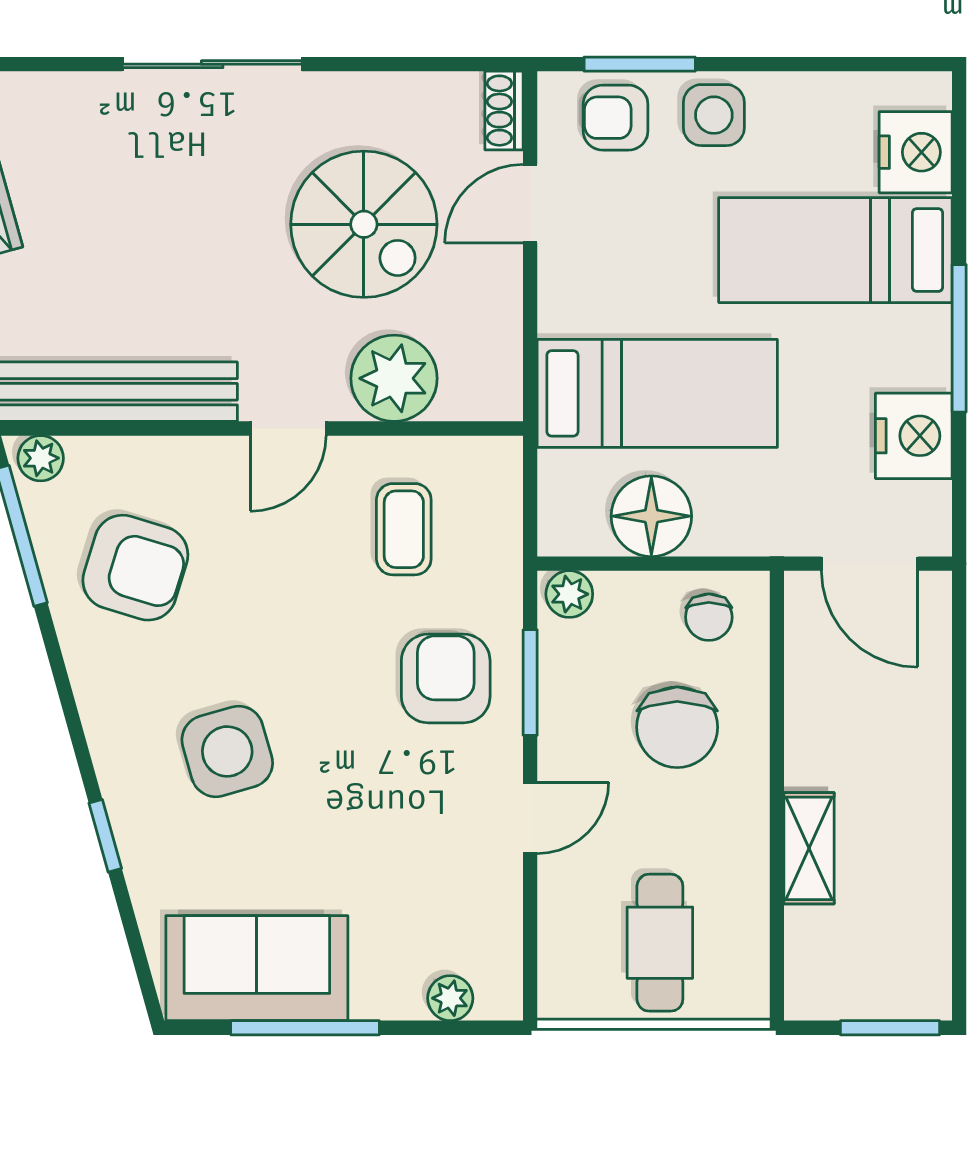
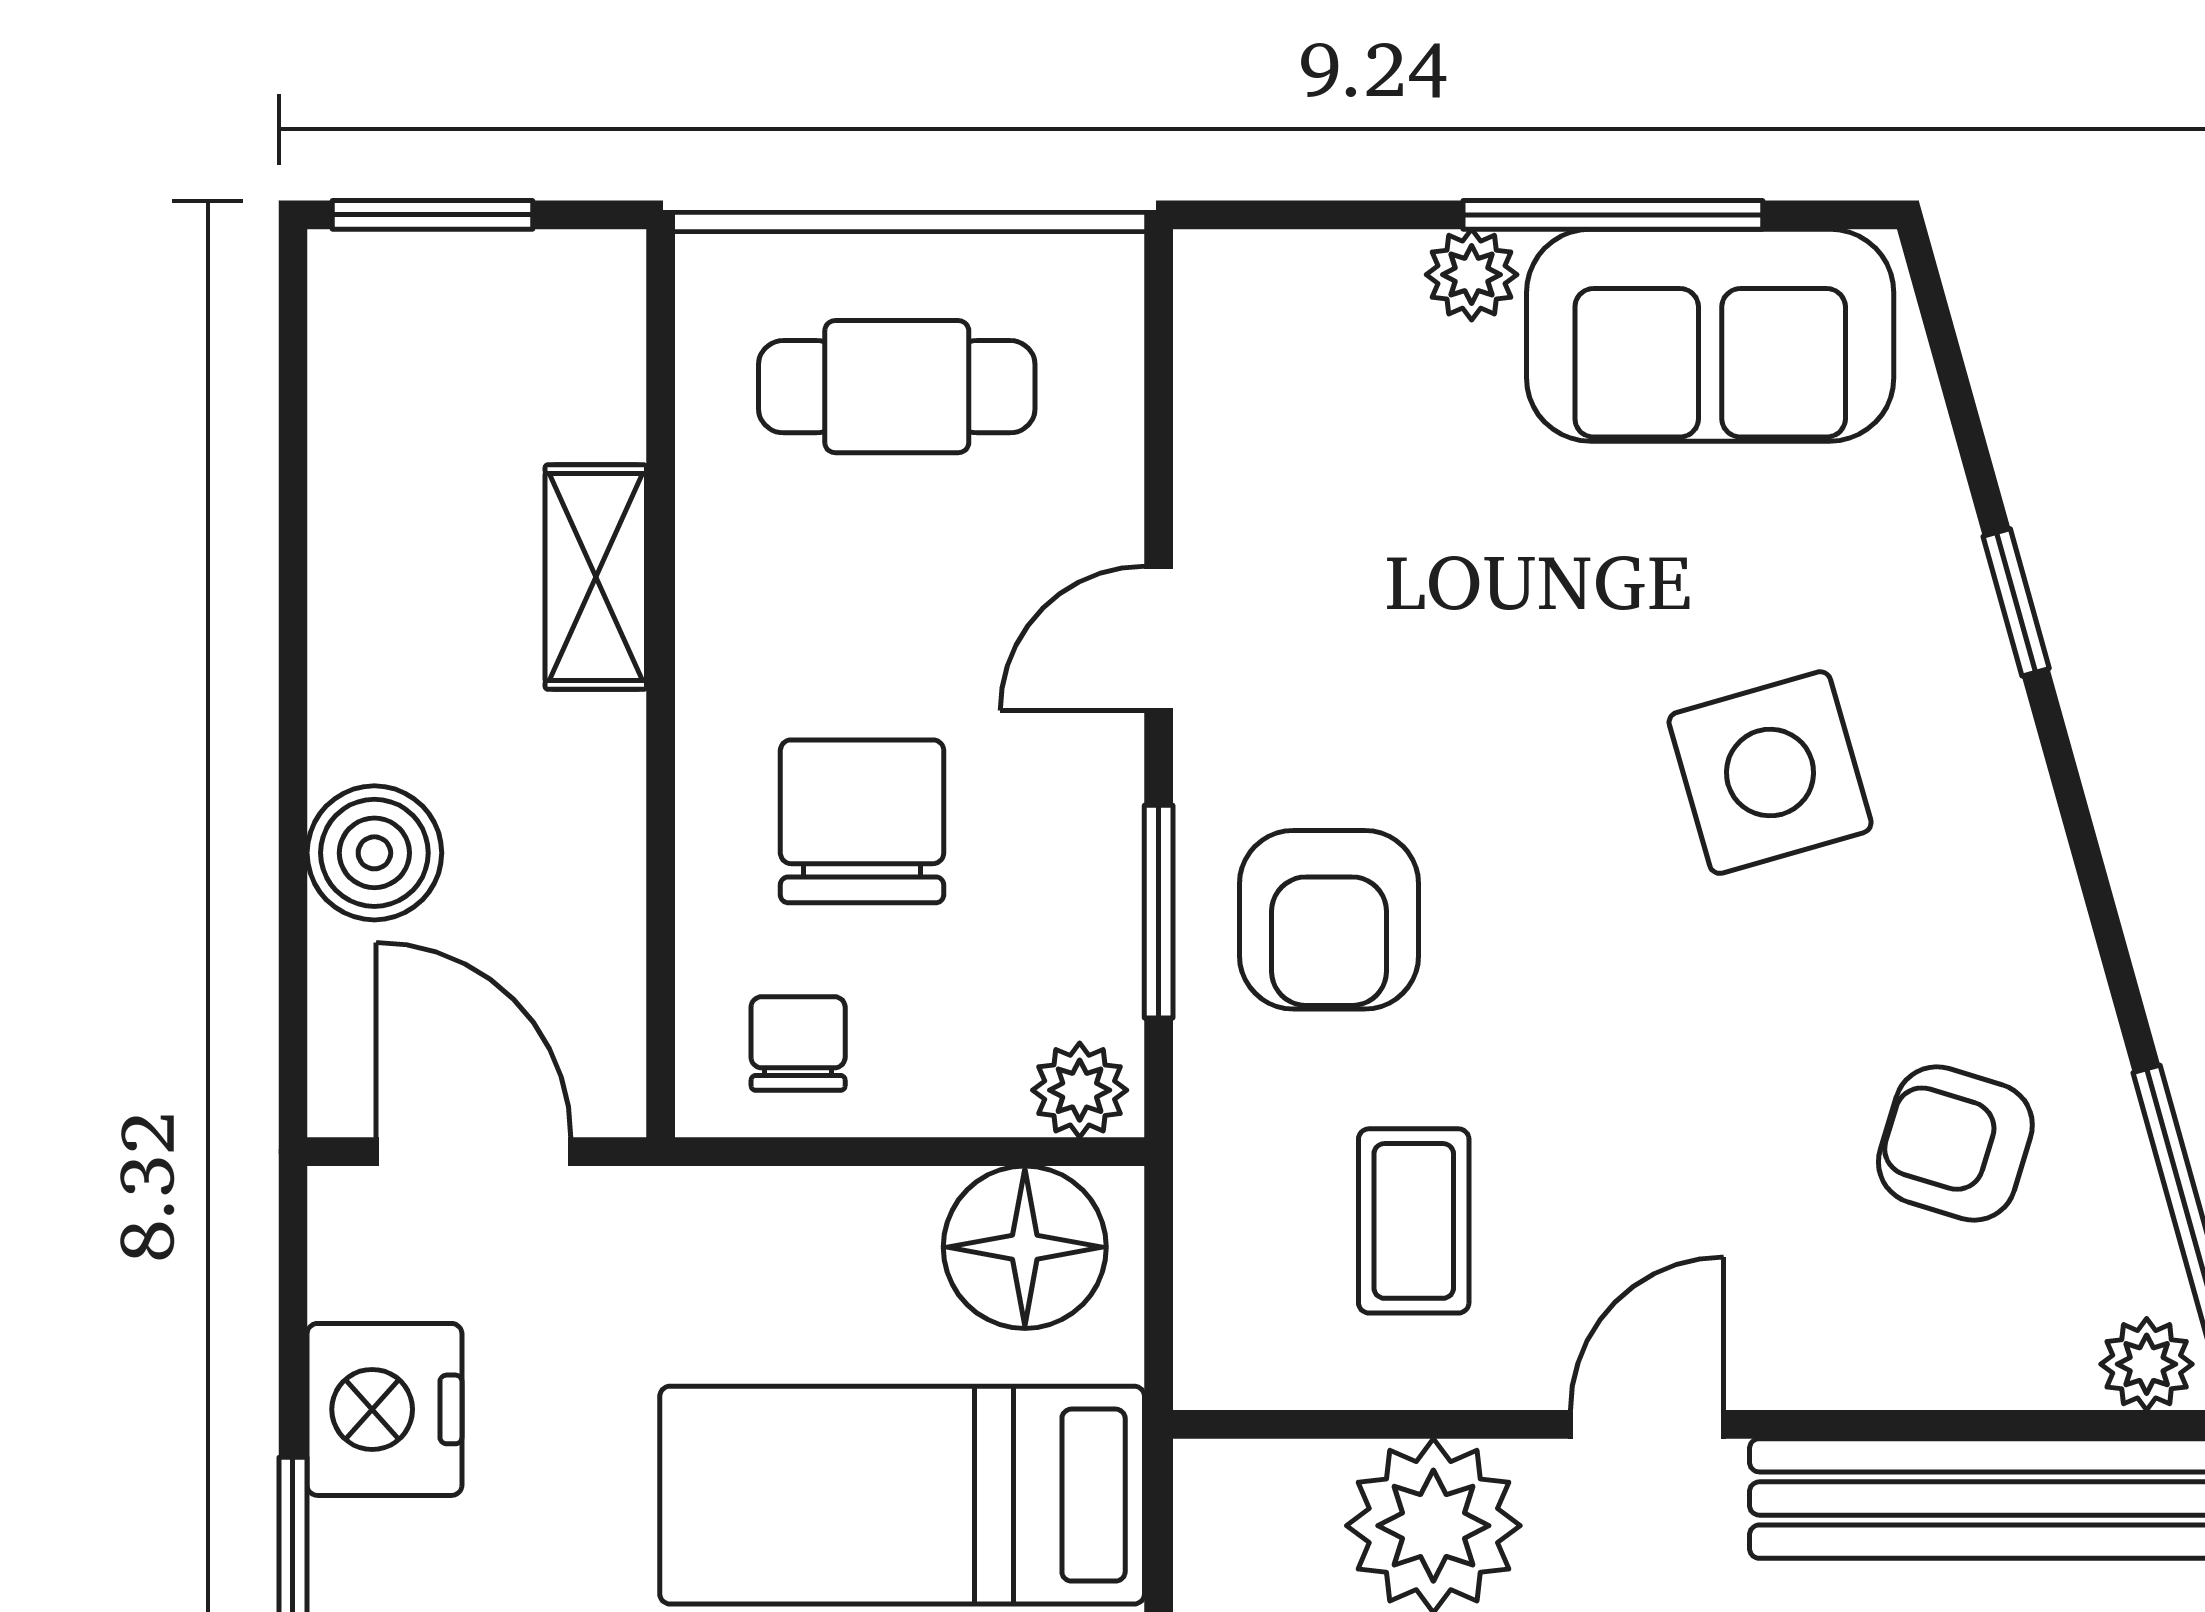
floor lamp: (651, 516) -> (1025, 1247), moved
armchair: (135, 568) -> (1955, 1144), width x0.72, depth x0.72
boiler: (919, 712) -> (374, 853), added
cafe table: (660, 943) -> (897, 387), turned 90
plant: (450, 998) -> (1472, 275), moved

